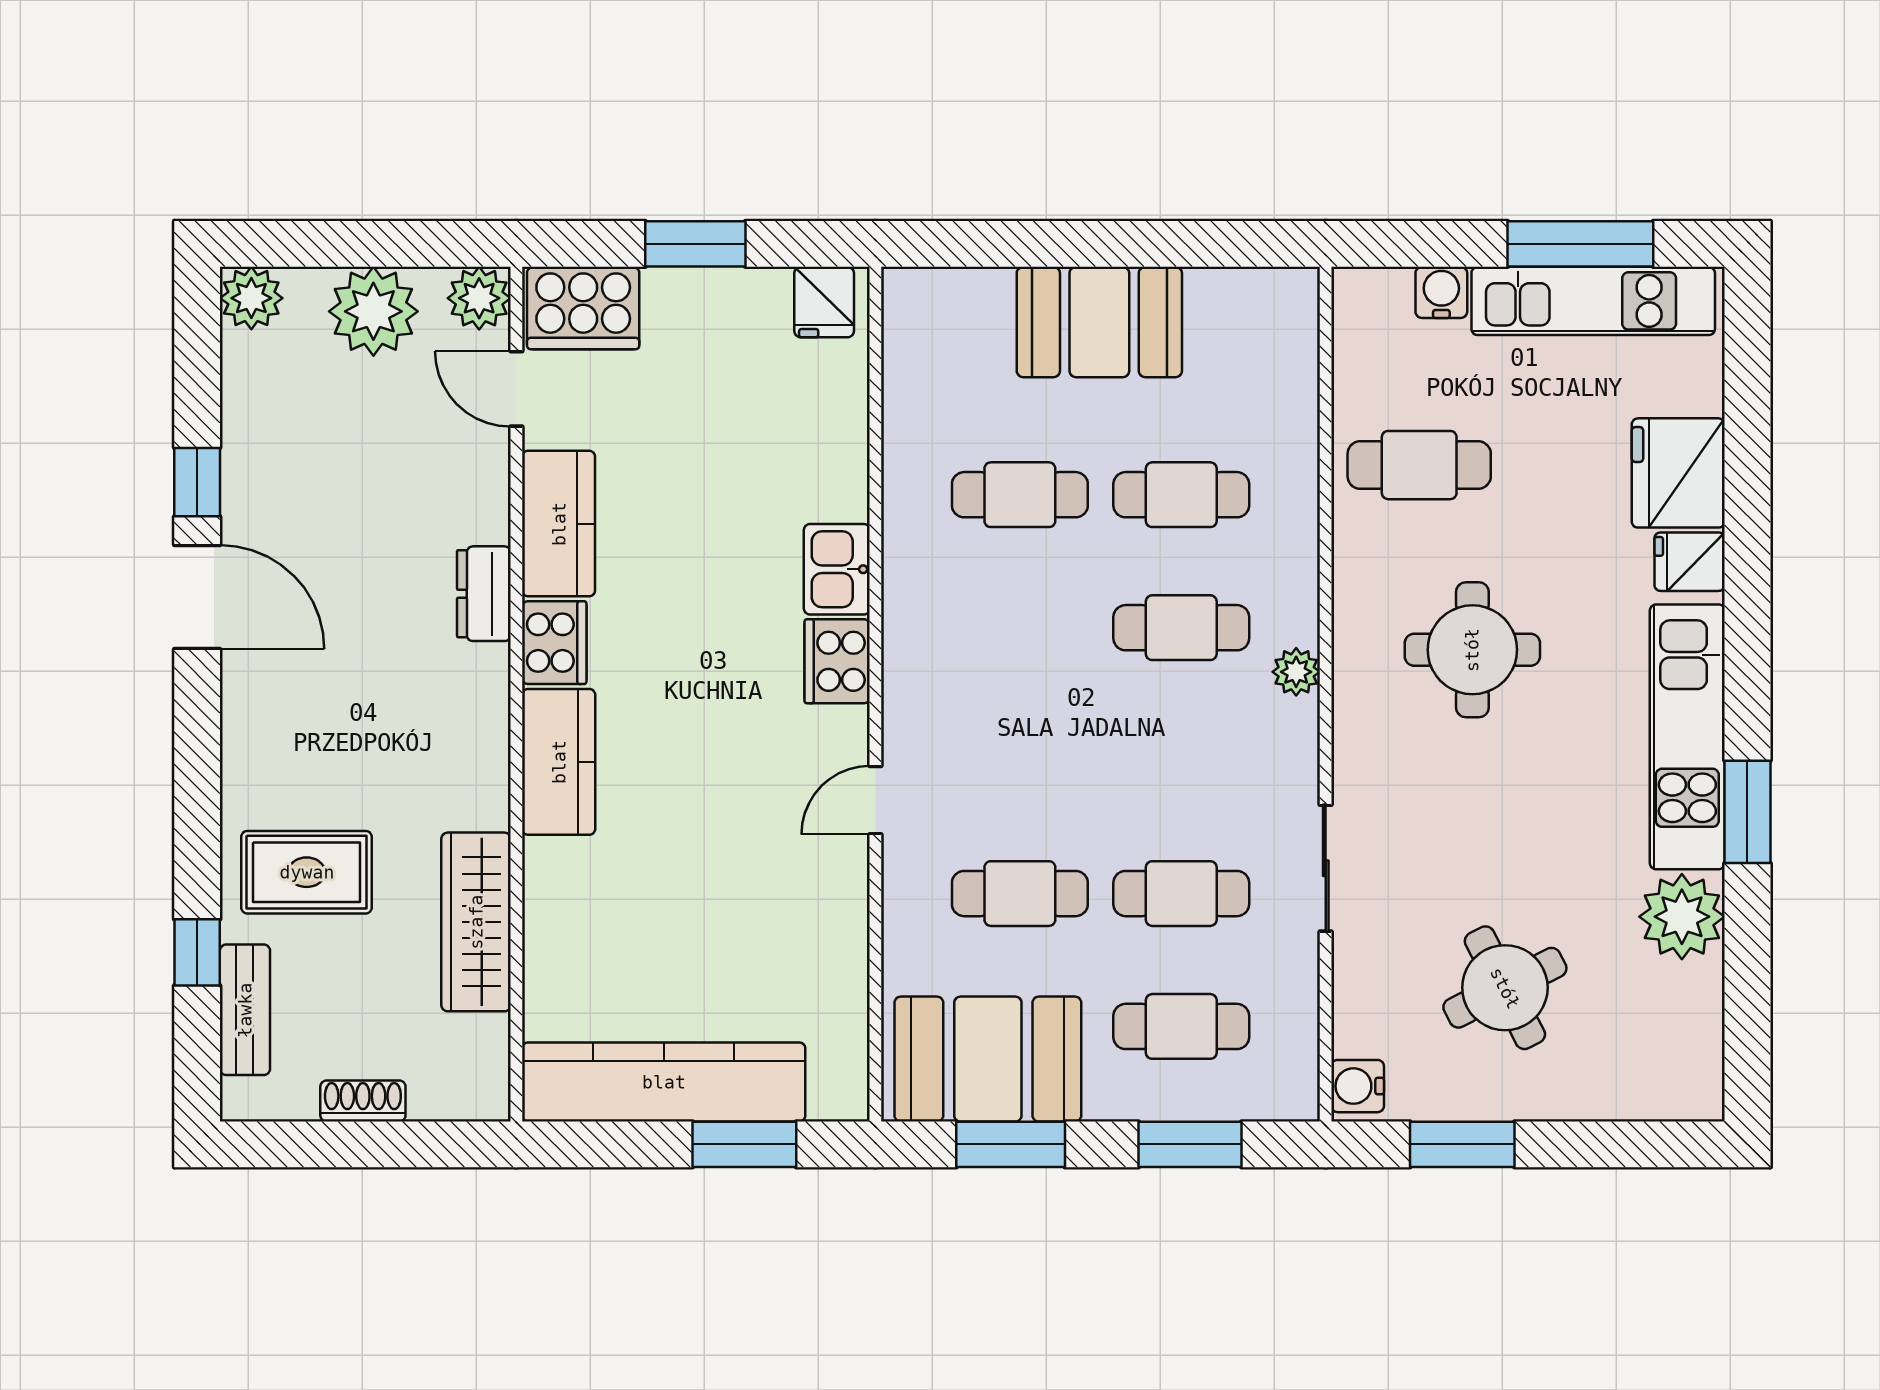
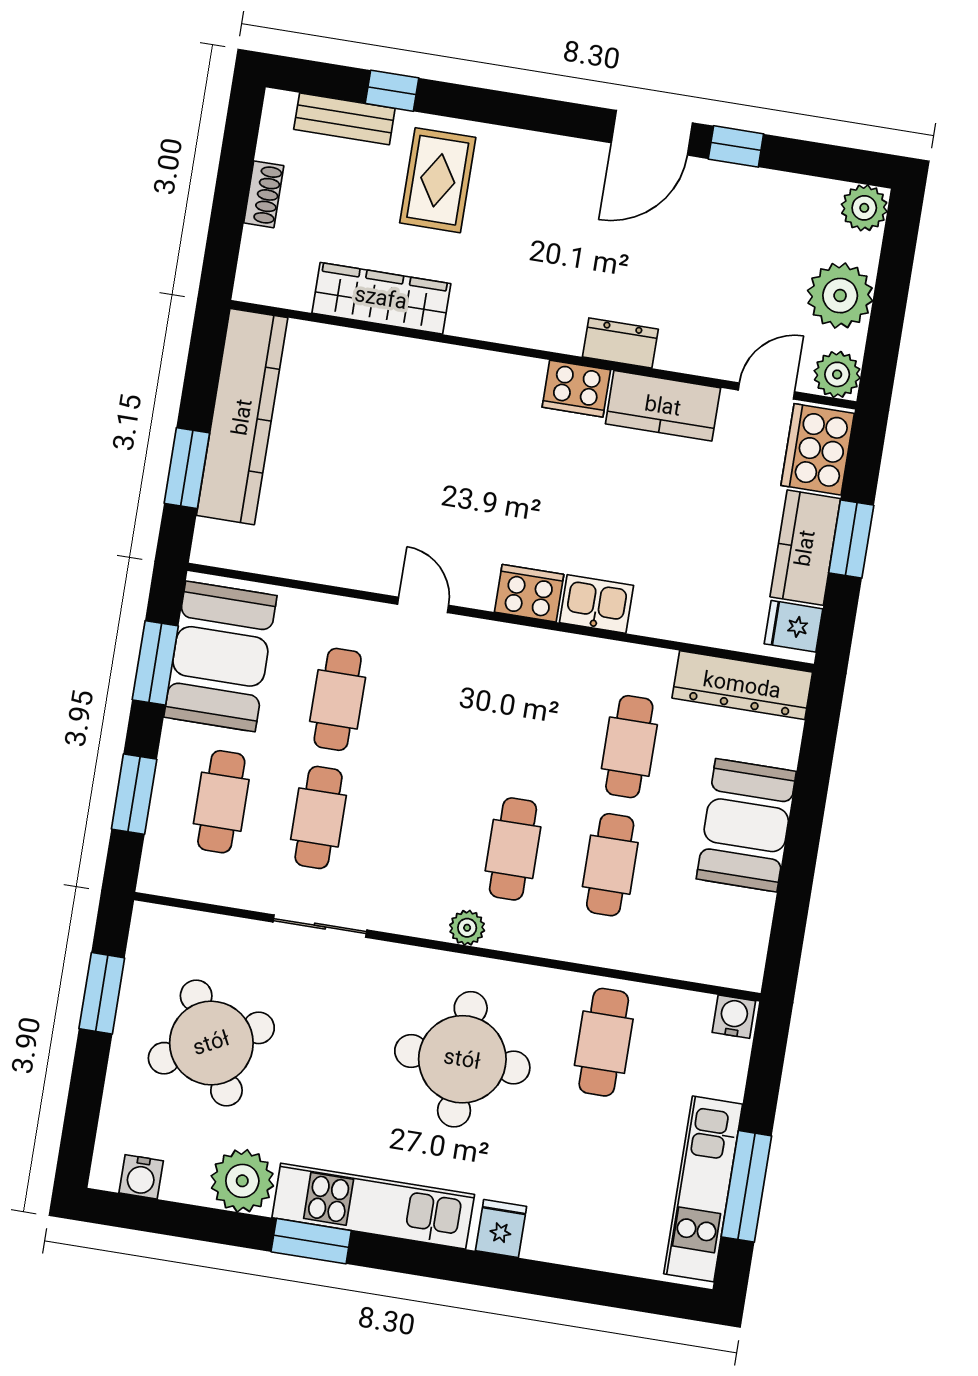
water cooler: (1441, 292) -> (734, 1017), moved, turned -90
dresser: (914, 358) -> (742, 685), added
fridge: (1678, 473) -> (567, 1231), removed
round table: (1472, 650) -> (462, 1059), width x1.36, depth x1.36
kitchen counter: (559, 762) -> (805, 548), moved, turned 90
round table: (1505, 988) -> (211, 1043), width x1.36, depth x1.36
water cooler: (1358, 1086) -> (141, 1177), moved, turned 180

